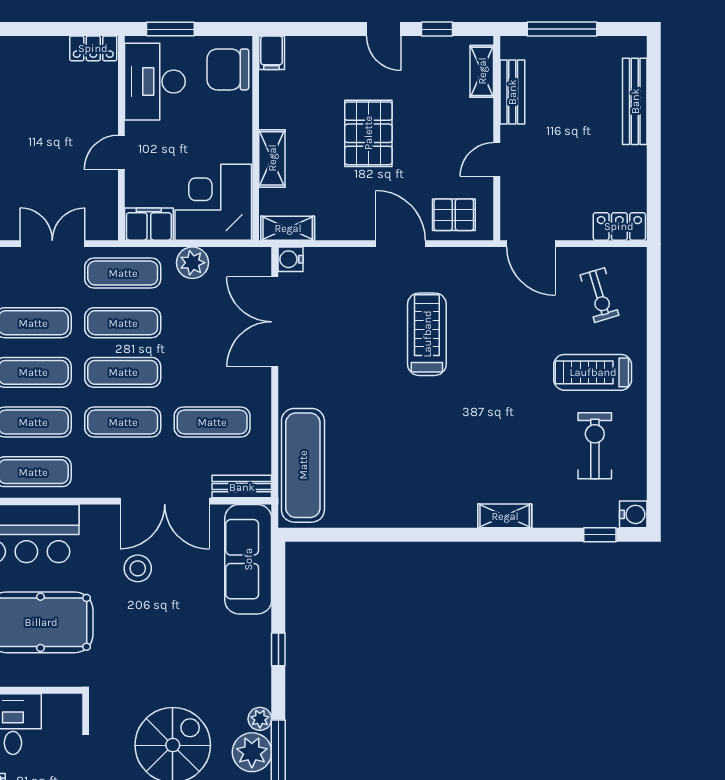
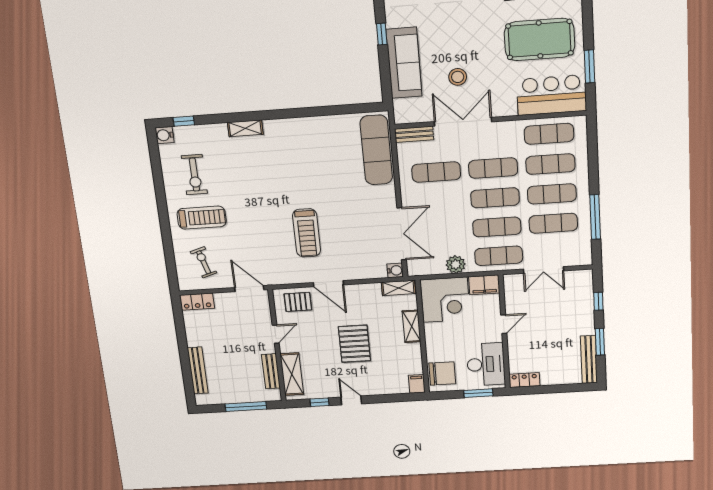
shelving: (482, 71) -> (292, 374), width x1.50, depth x1.33
sofa: (248, 559) -> (404, 63), moved
stool: (138, 568) -> (458, 77), moved

